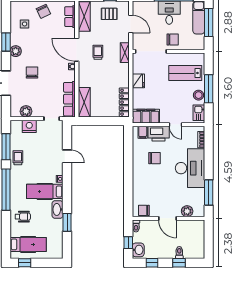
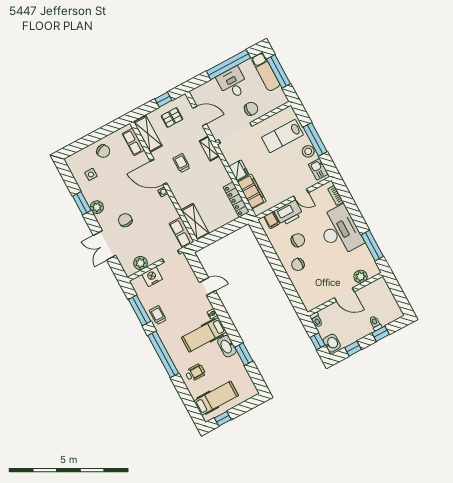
row of seats: (69, 99) -> (182, 233), width x0.68
filing cabinet: (146, 116) -> (252, 191), moved, turned 90
chair: (144, 210) -> (298, 264), moved

